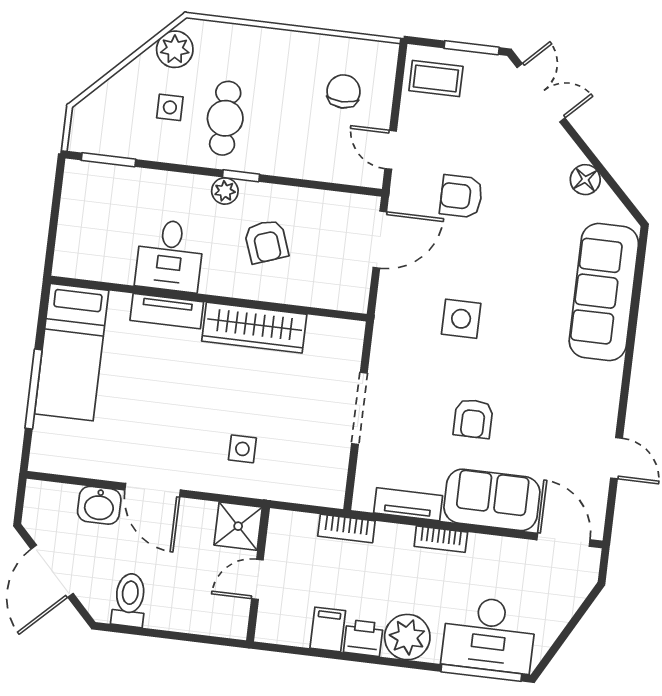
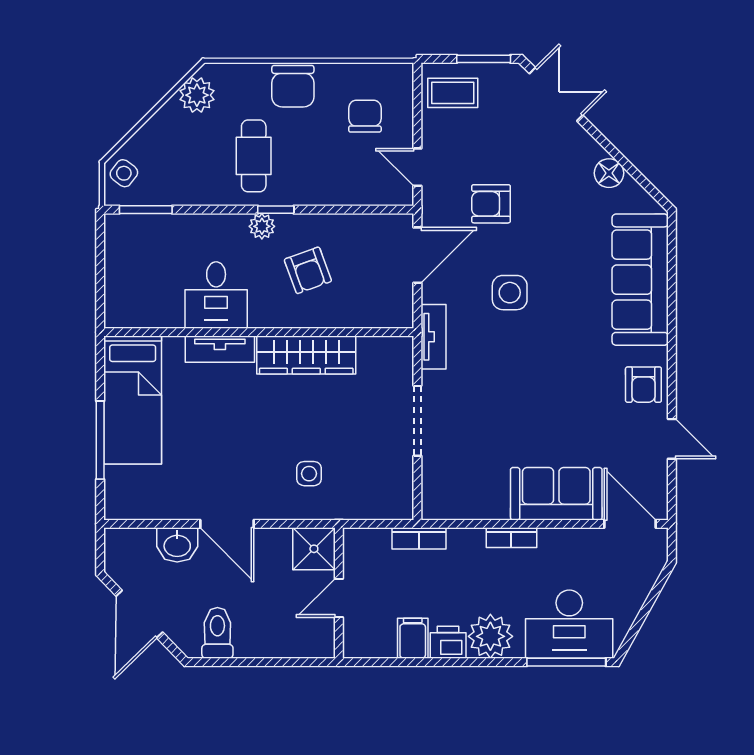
chair: (274, 52) -> (293, 86), added
side table: (170, 107) -> (124, 173), moved, turned 37
side table: (461, 319) -> (510, 293), moved
armchair: (473, 419) -> (643, 385), moved
tv unit: (408, 504) -> (434, 337), moved, turned 90

